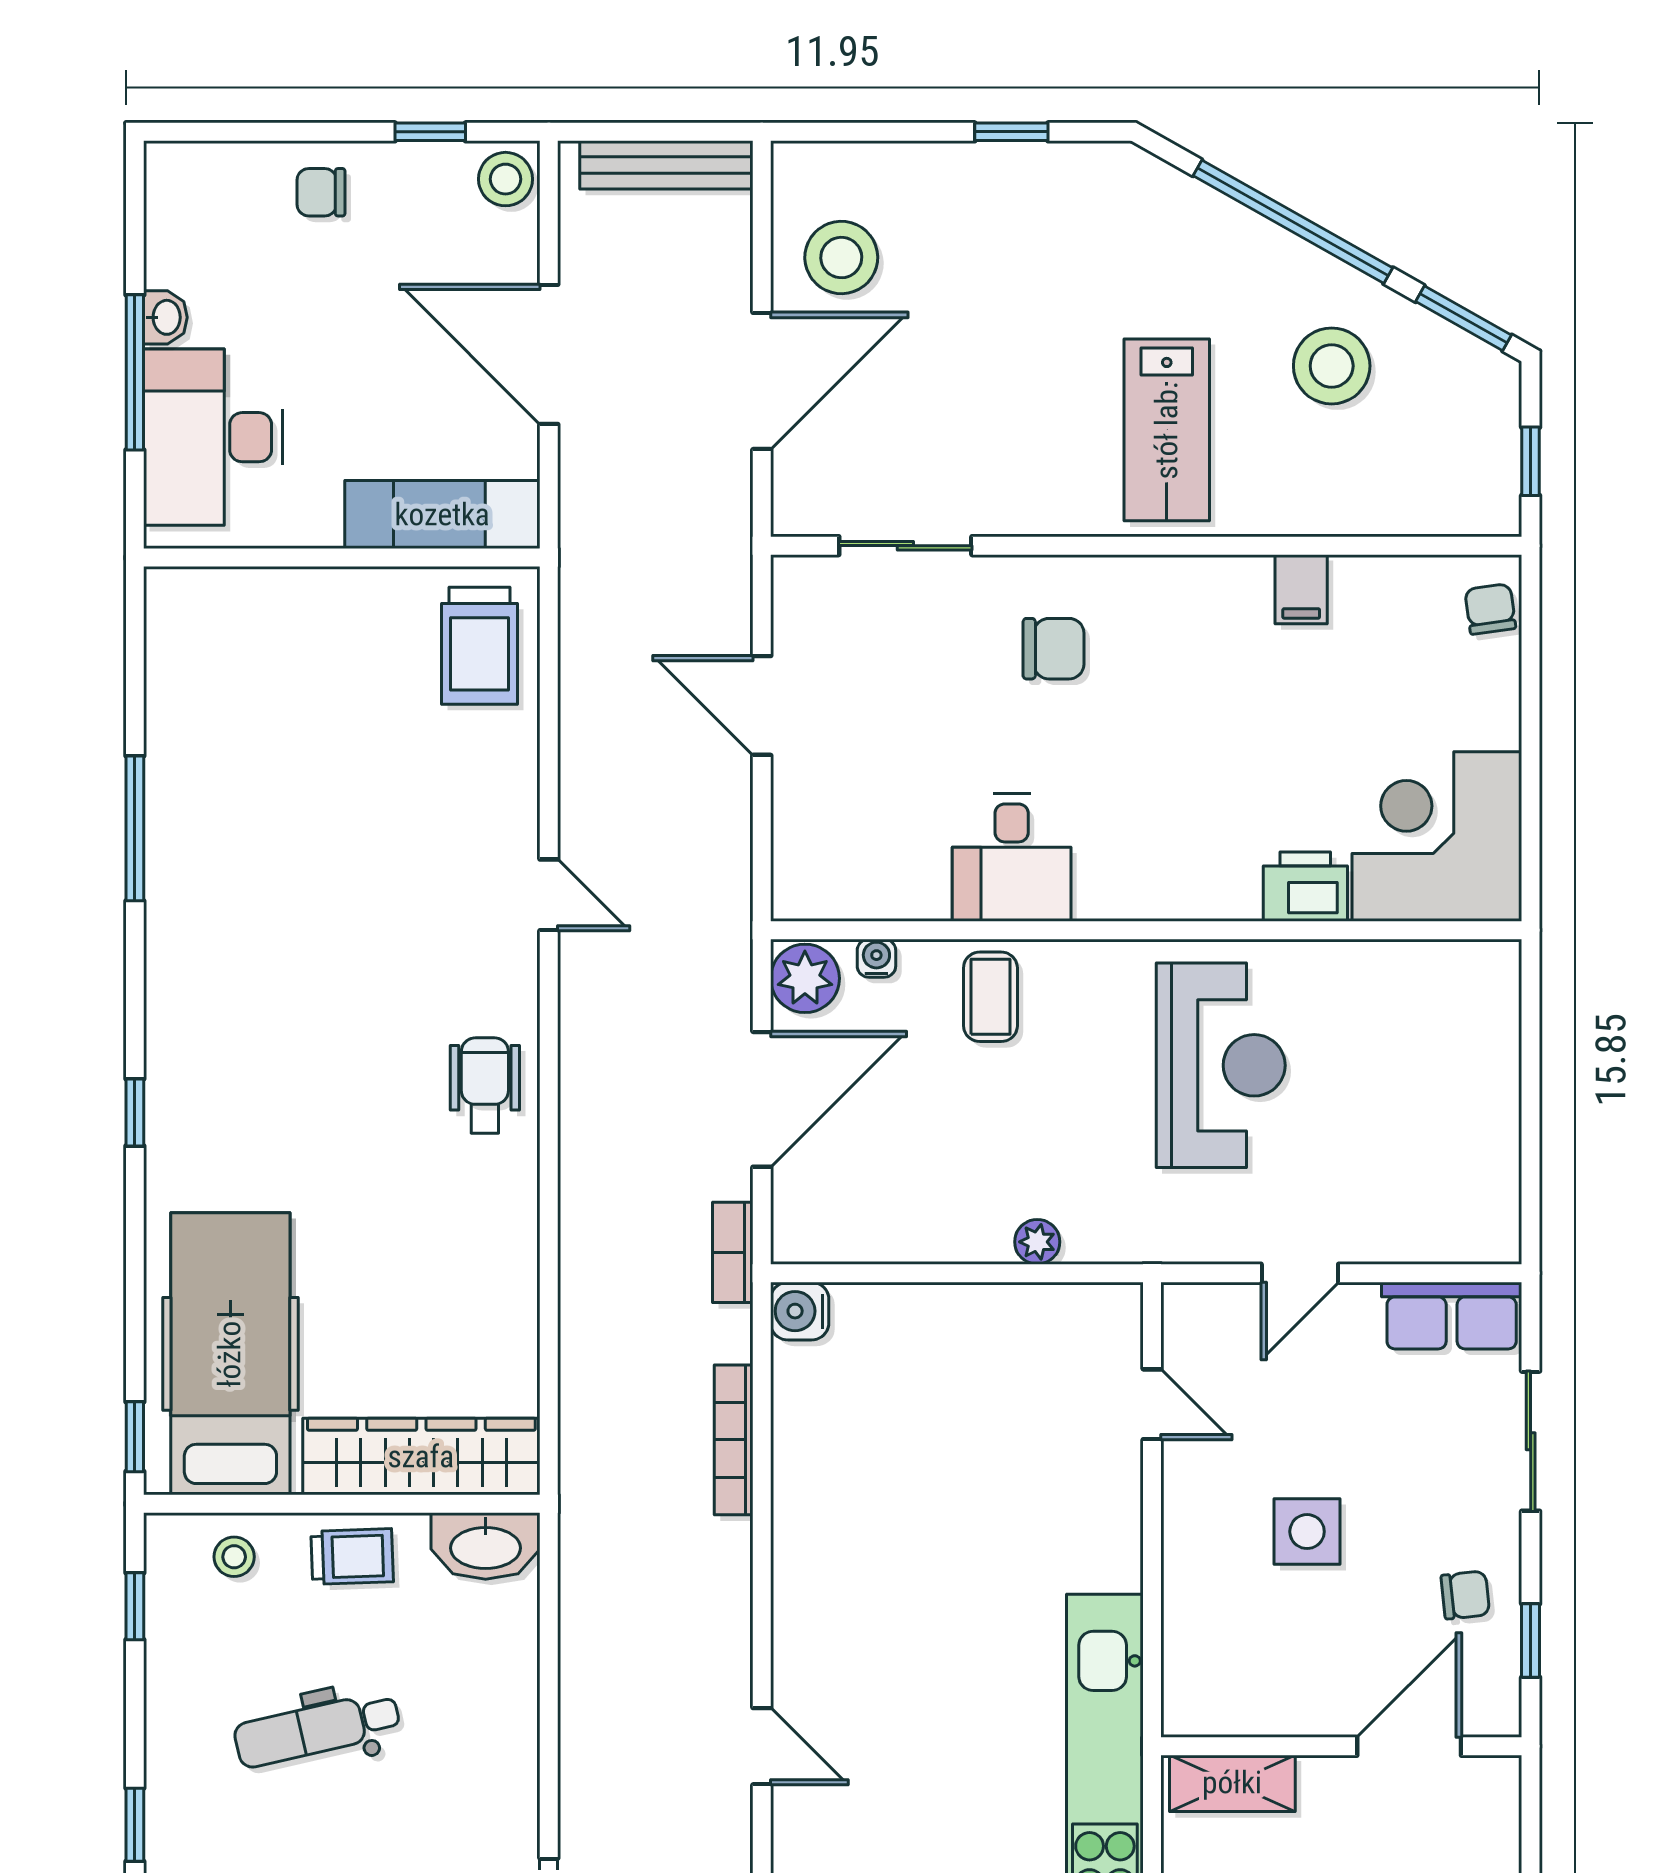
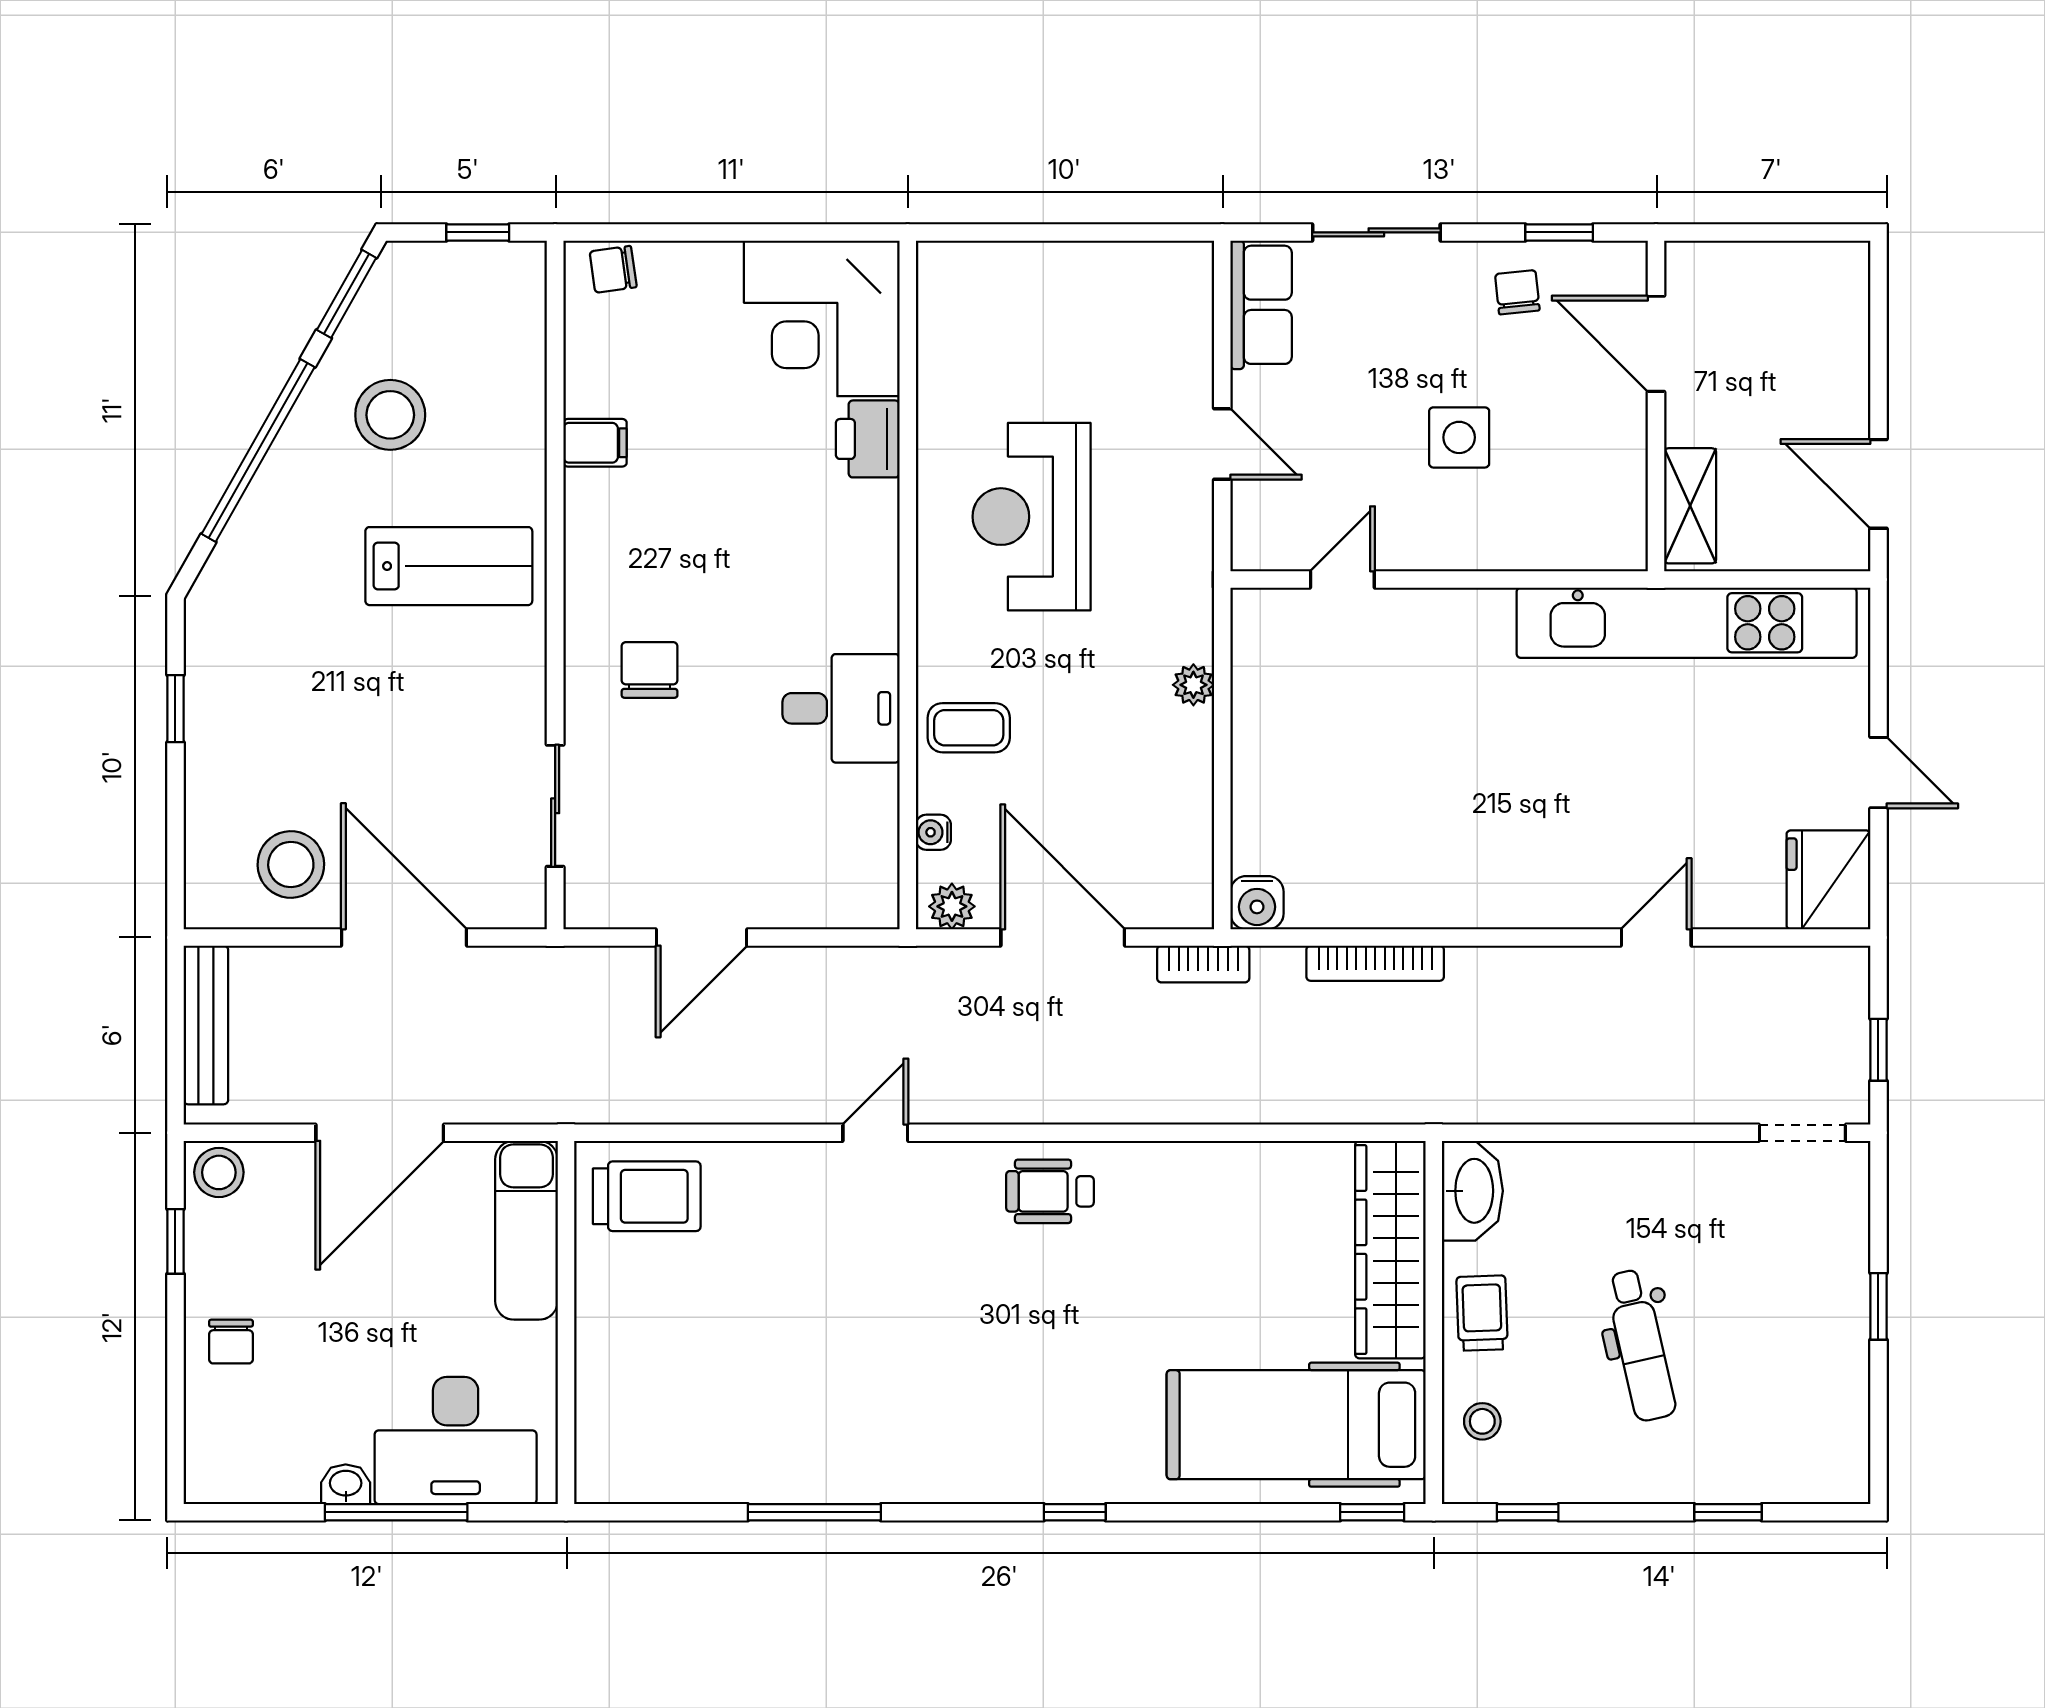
plant: (805, 978) -> (952, 906), width x0.73, depth x0.73
reception desk: (1221, 1065) -> (1032, 517), turned -90

